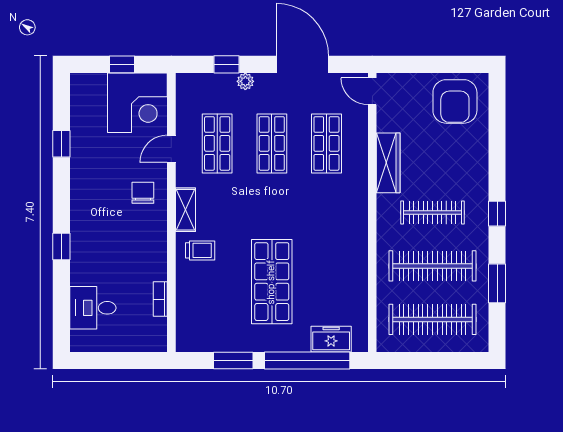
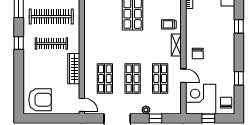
chair: (87, 96) -> (226, 103), added
armchair: (455, 101) -> (40, 100), turned 90
door: (171, 149) -> (183, 76), hinge flipped

